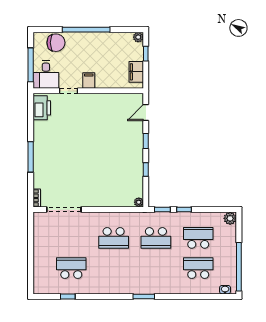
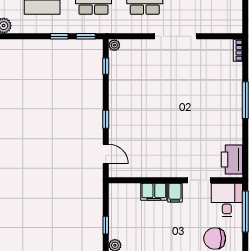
filing cabinet: (136, 72) -> (154, 192), moved, turned 90
door: (146, 113) -> (106, 154), hinge flipped
window: (146, 170) -> (106, 66), moved
doorway: (64, 210) -> (176, 36), moved

